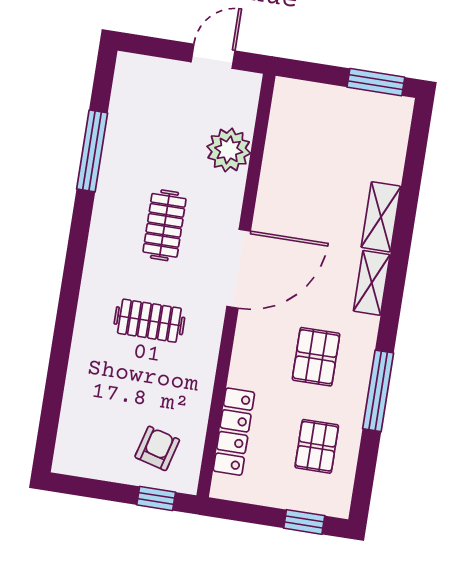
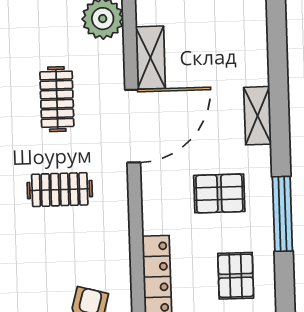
shelving: (381, 217) -> (150, 58), moved
pallet: (316, 357) -> (219, 193), turned 90

